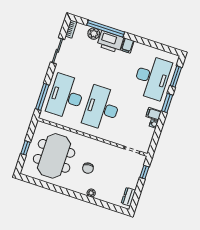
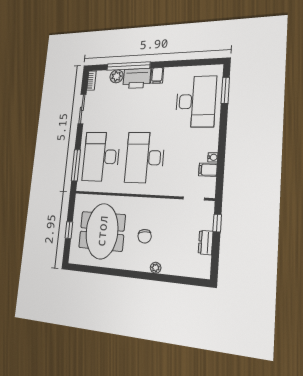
window: (167, 103) -> (223, 126), removed
filing cabinet: (154, 114) -> (208, 170), moved
dresser: (128, 197) -> (206, 243), moved

